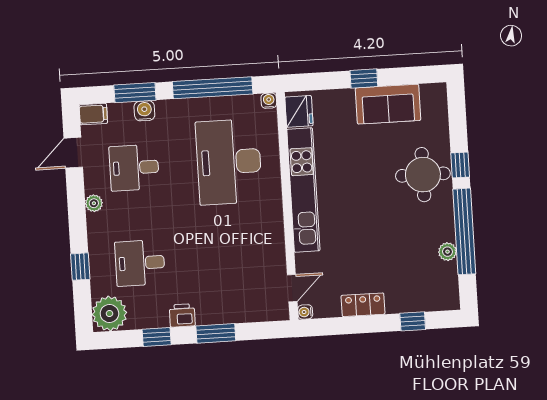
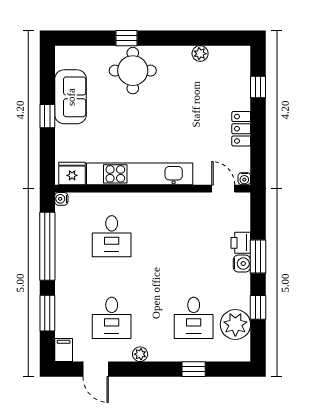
water cooler: (144, 111) -> (242, 264), moved, turned 180
desk: (229, 162) -> (112, 236), width x0.53, depth x0.77
window: (464, 231) -> (184, 38), removed
plant: (109, 313) -> (235, 324), moved
printer: (182, 315) -> (241, 243), moved

